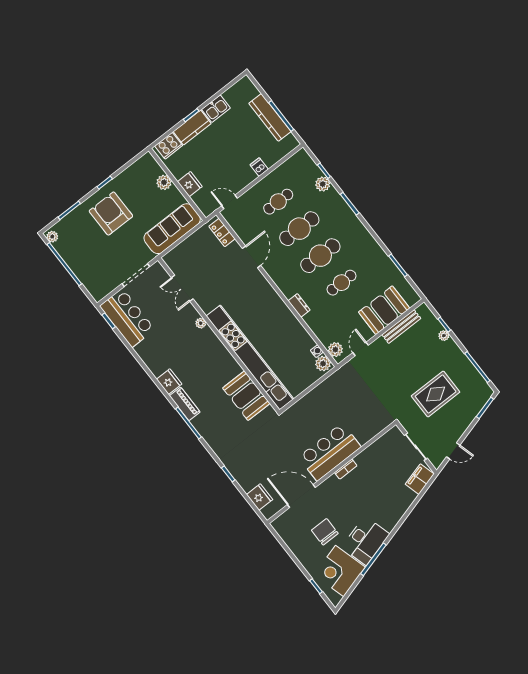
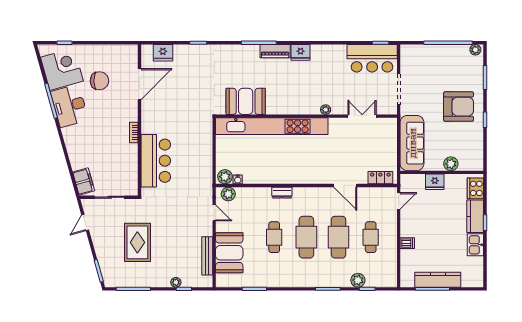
bar counter: (330, 452) -> (156, 161), moved

